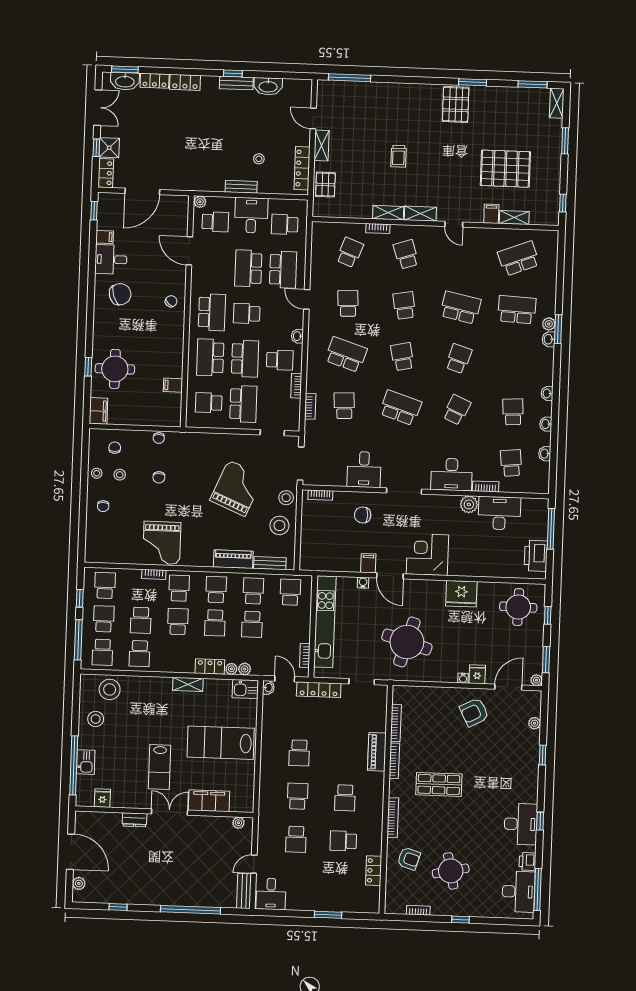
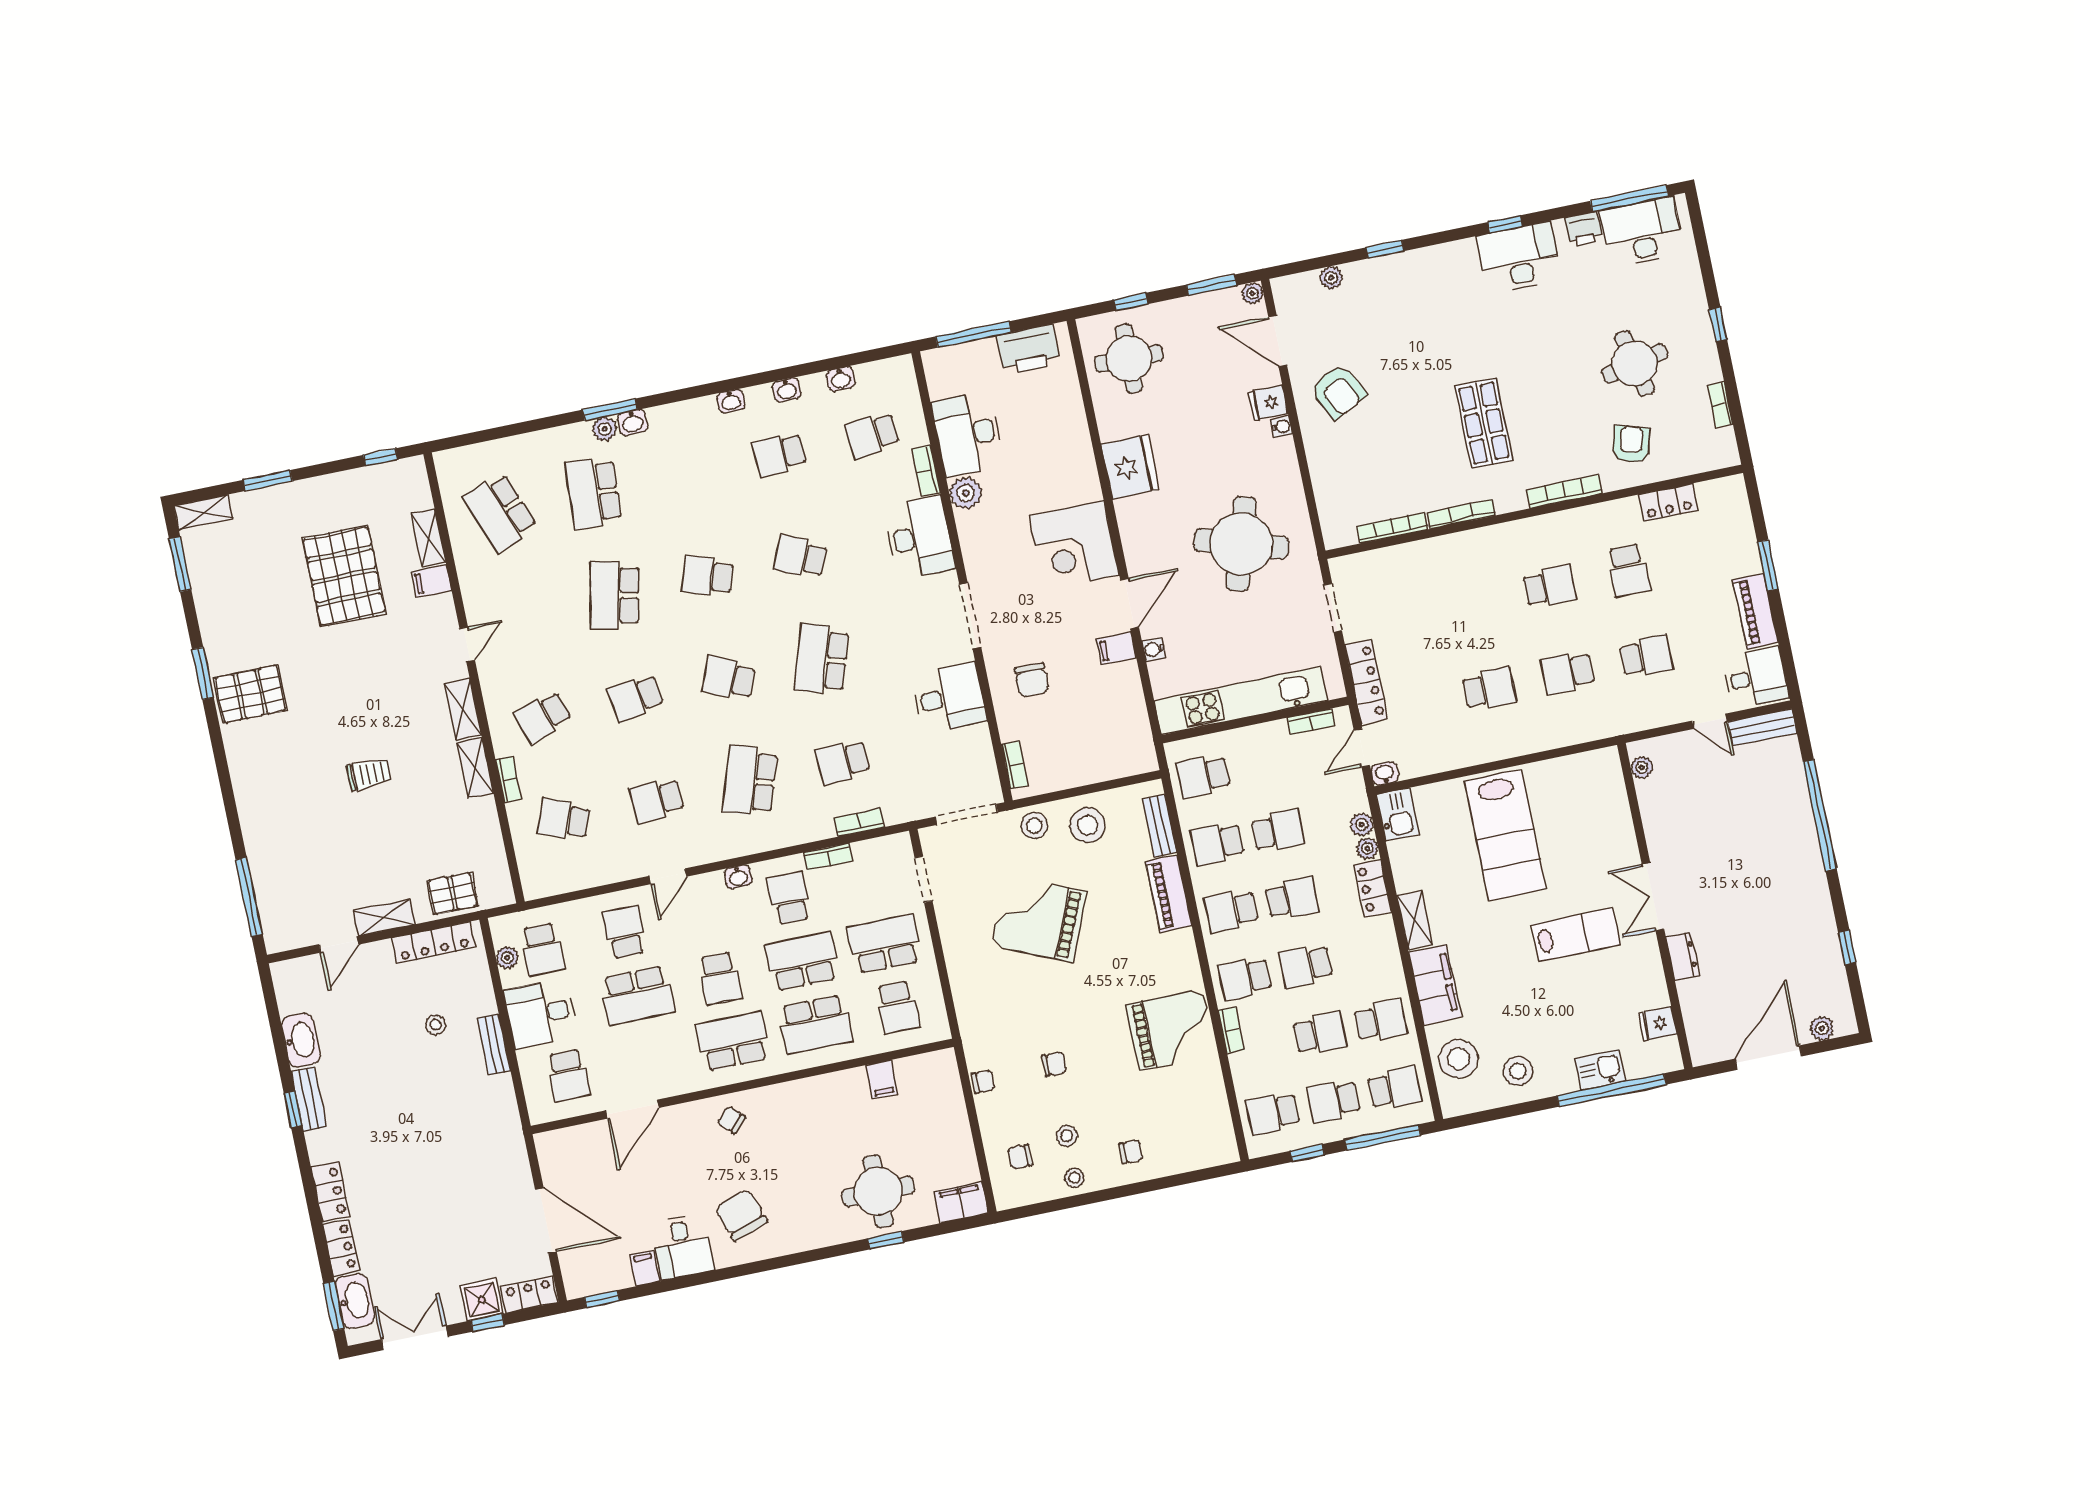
plant: (200, 202) -> (507, 958), moved
school desk: (215, 222) -> (568, 1075), turned 180
school desk: (283, 270) -> (625, 932), width x0.54
school desk: (402, 357) -> (729, 678), turned 36
piano: (377, 752) -> (1755, 611), moved, turned 90
filing cabinet: (209, 801) -> (1435, 985), moved, turned 180

